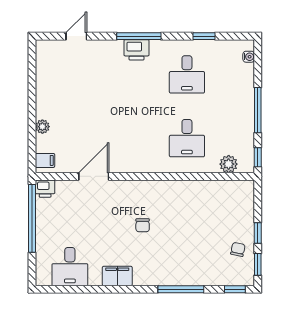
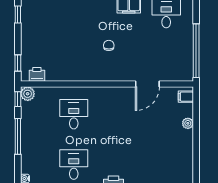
plant: (229, 164) -> (28, 94), moved
printer: (45, 189) -> (37, 74), moved
window: (258, 233) -> (18, 63), moved
chair: (238, 249) -> (34, 26), removed

